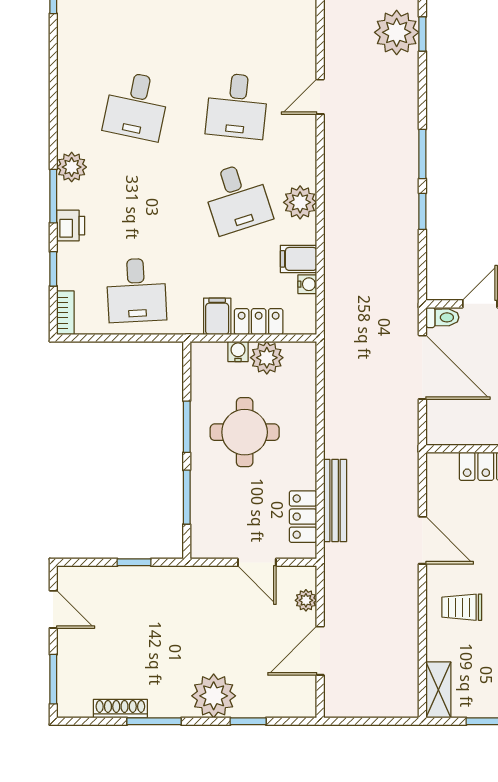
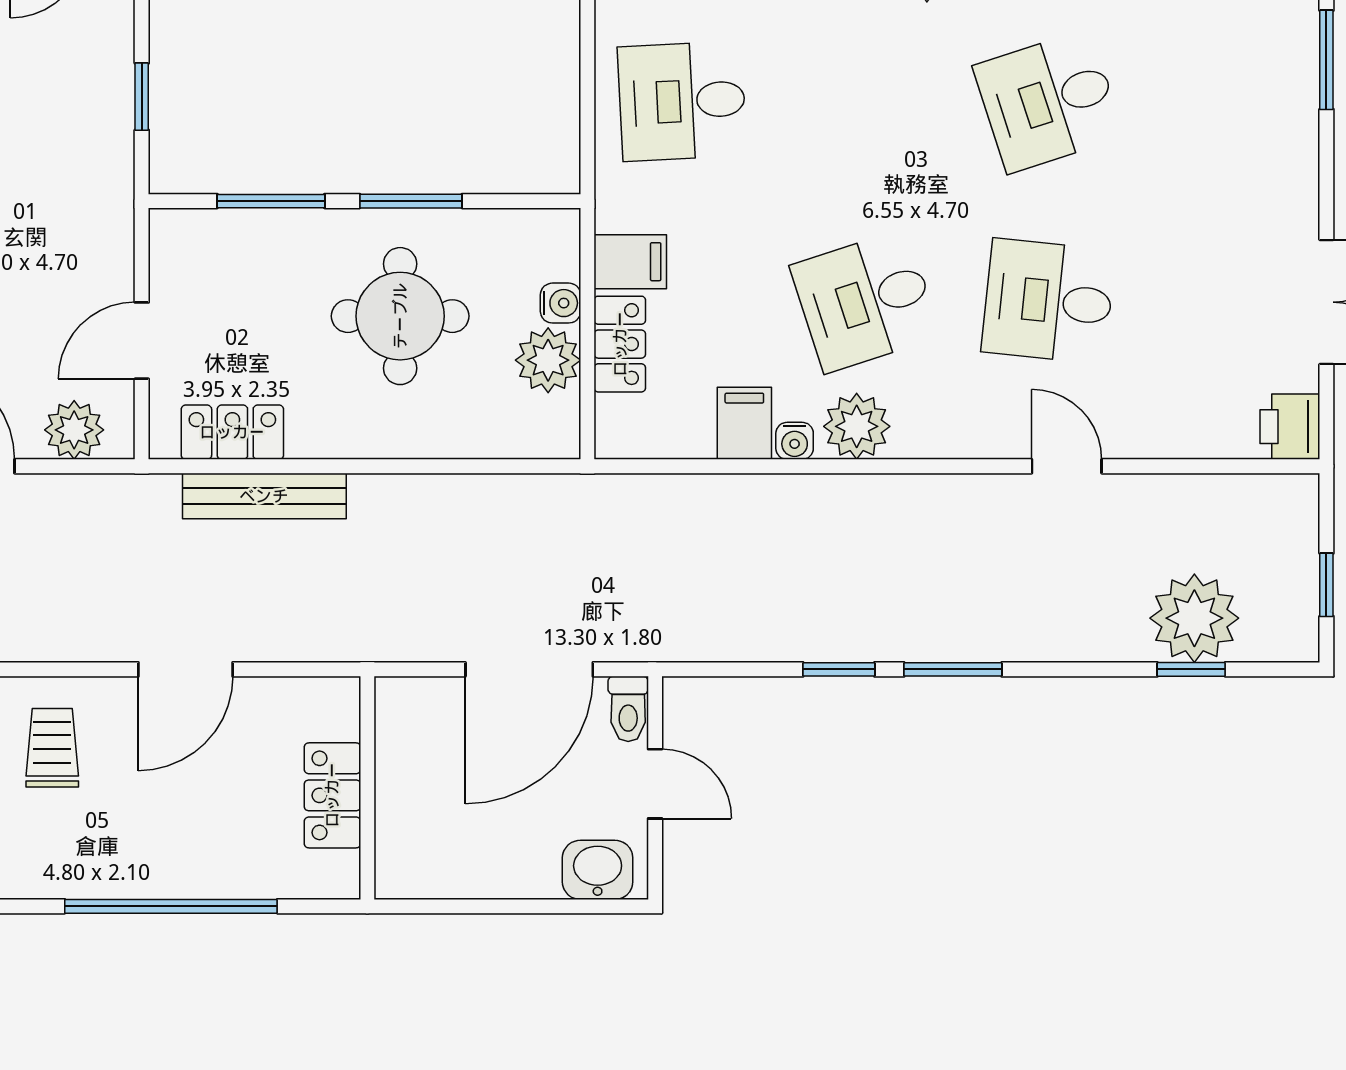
desk: (136, 106) -> (1048, 101), turned -30
water cooler: (307, 284) -> (795, 441), moved
plant: (306, 600) -> (74, 430), width x1.38, depth x1.38

